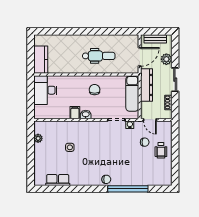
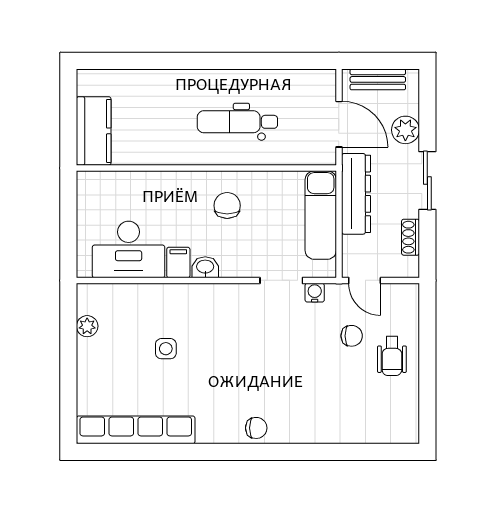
dental chair: (99, 56) -> (237, 122), turned 180
door: (140, 57) -> (339, 124), hinge flipped
desk: (45, 90) -> (129, 249), moved, turned -90
row of seats: (58, 180) -> (136, 430), width x2.02
window: (128, 189) -> (310, 452), removed

